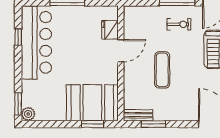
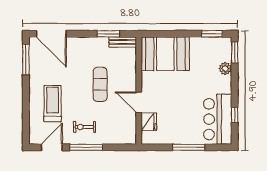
bar counter: (36, 42) -> (218, 119), width x0.73
door: (121, 51) -> (139, 102), hinge flipped
plant: (28, 114) -> (225, 68), moved
window: (92, 124) -> (212, 34), moved

